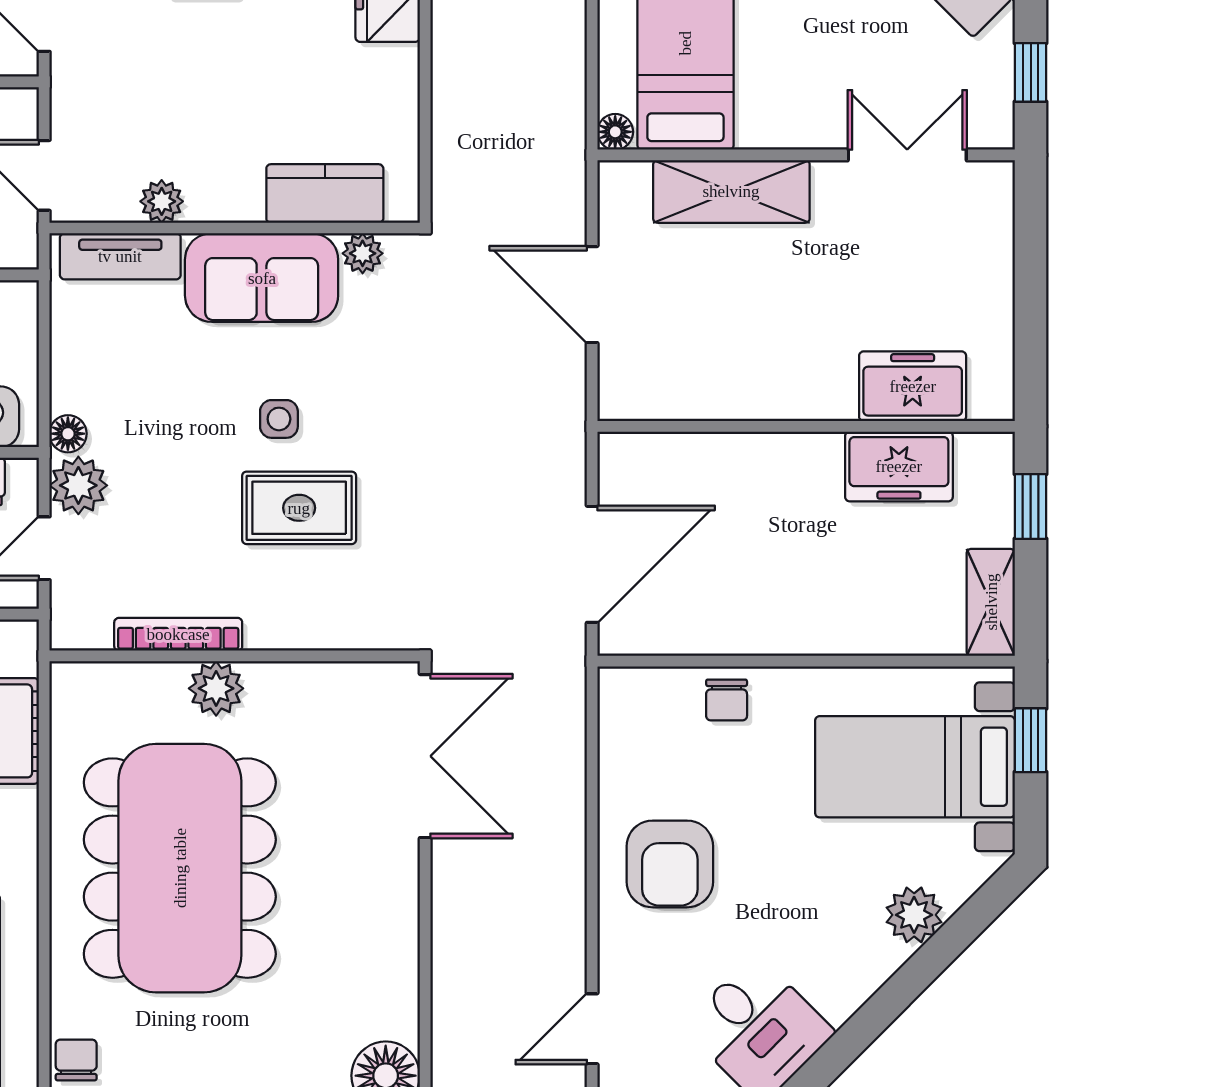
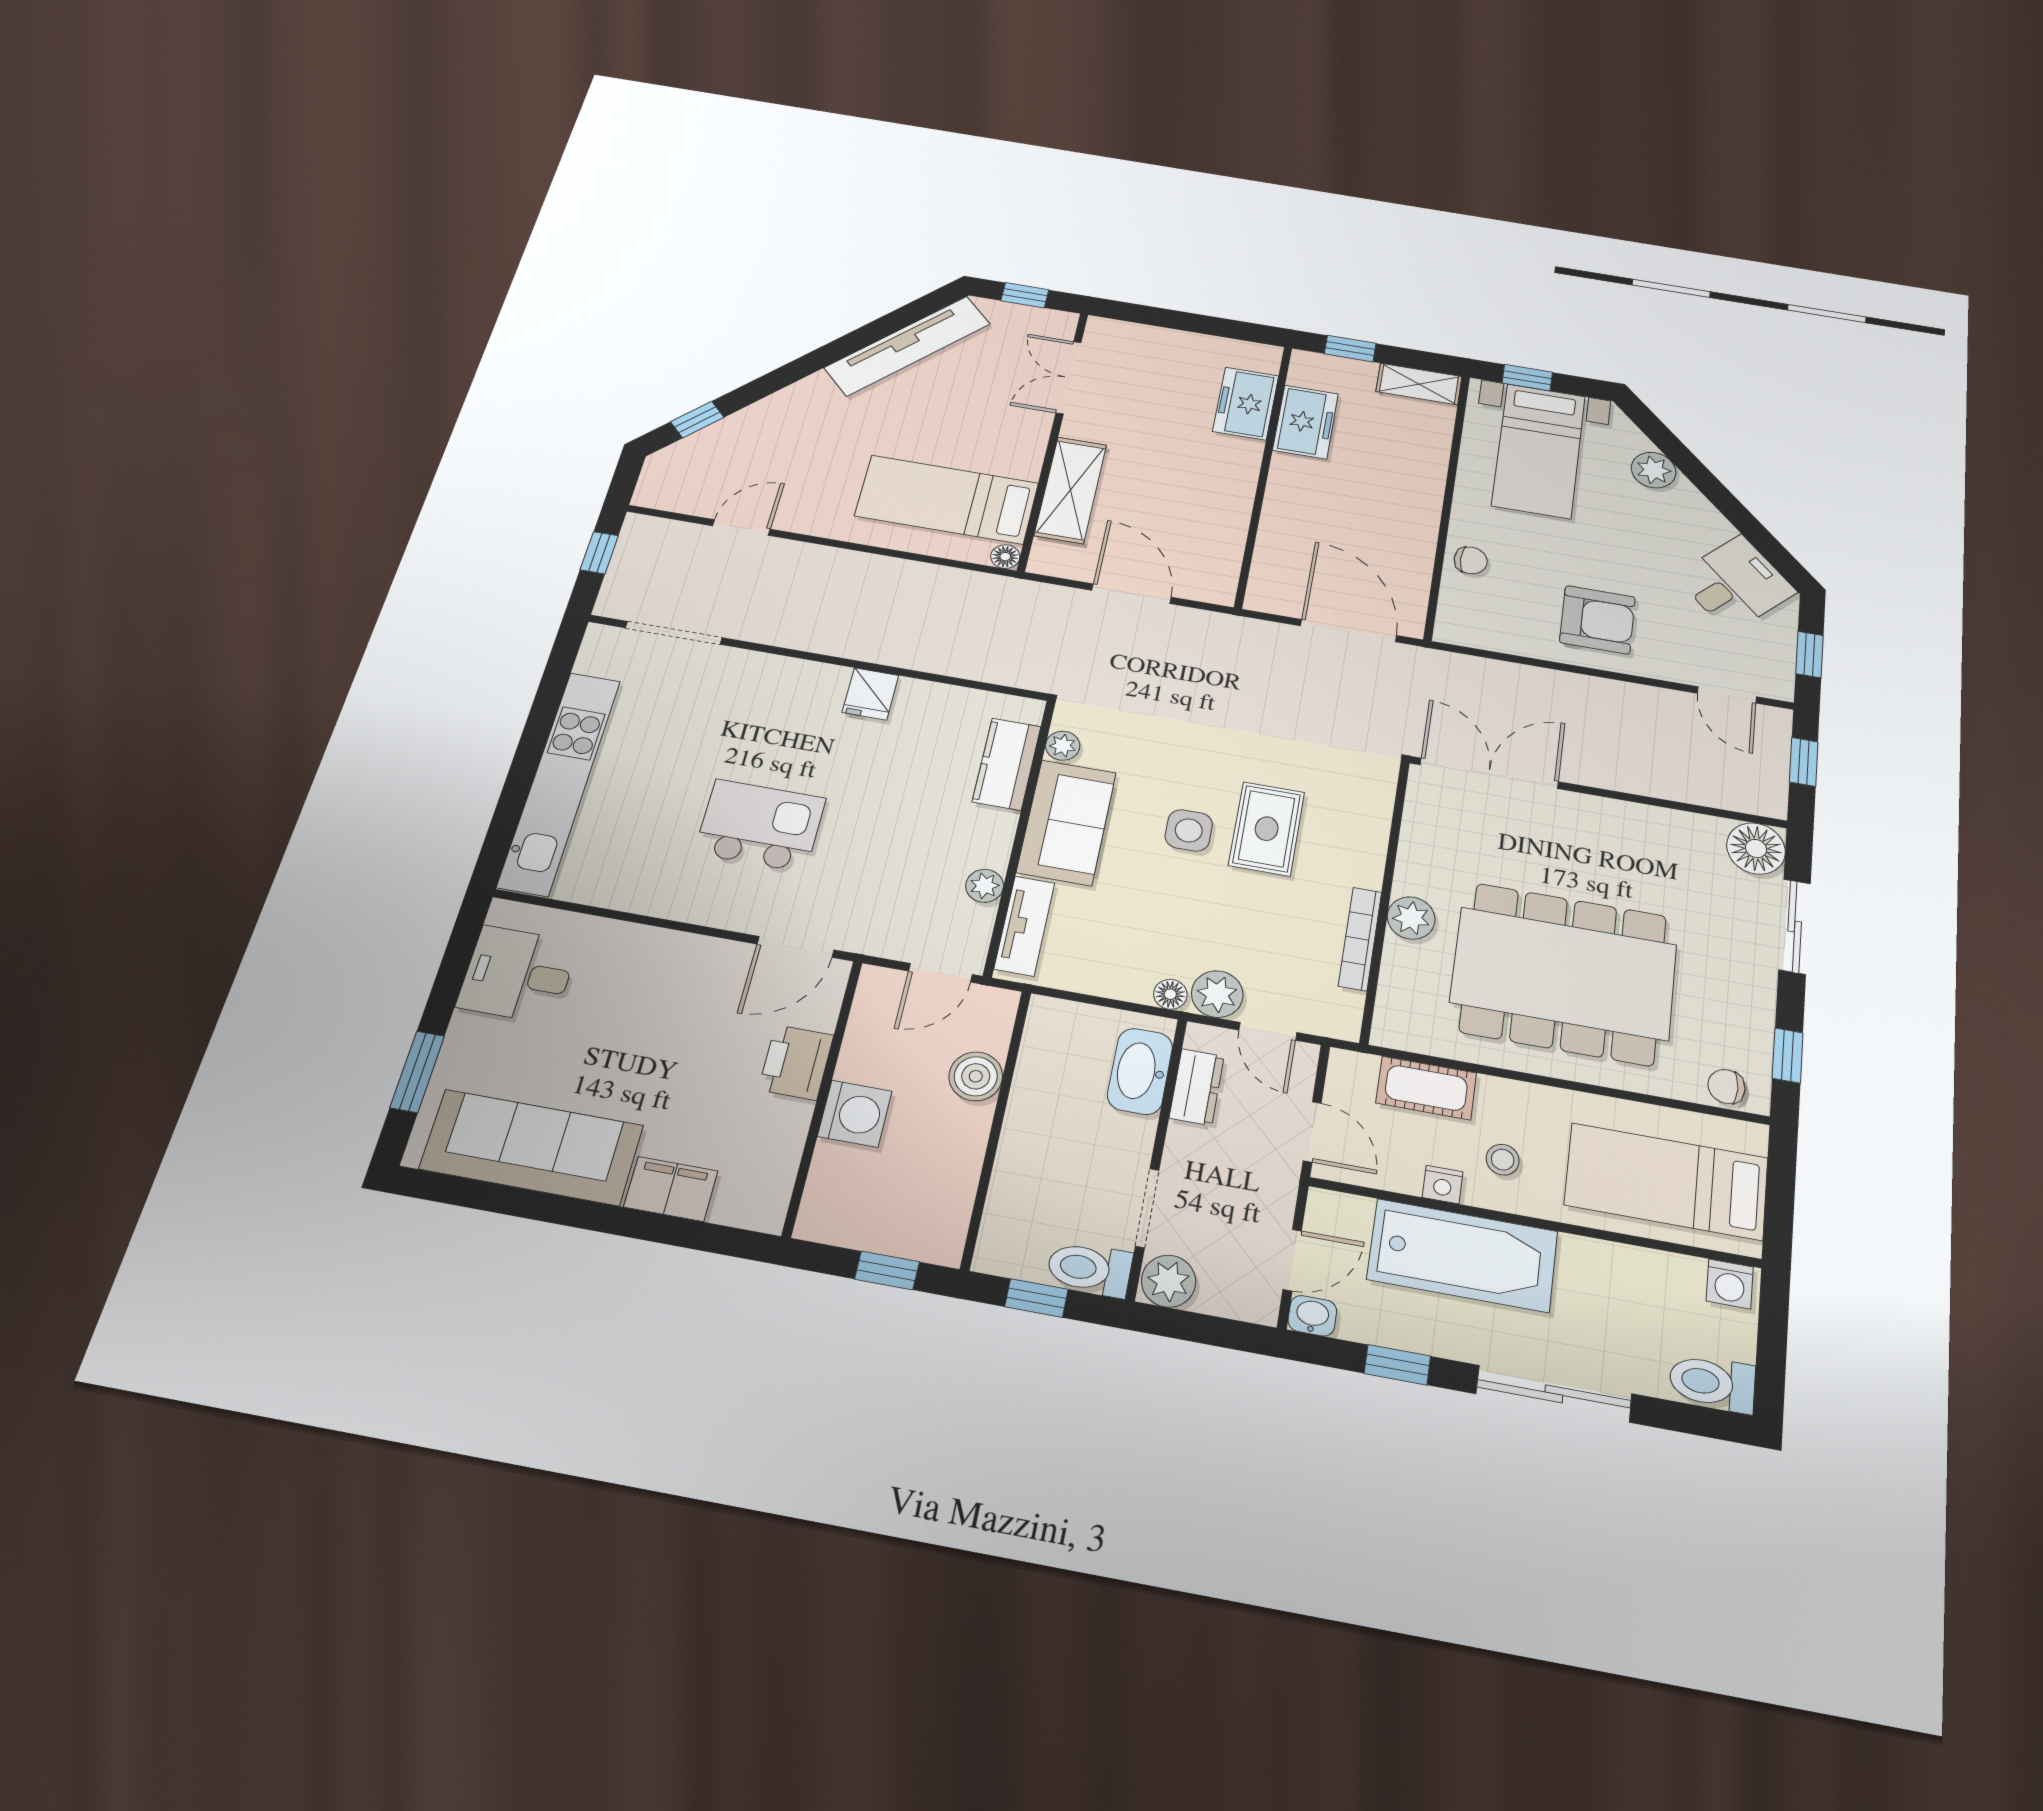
door: (592, 295) -> (1131, 594), swing flipped
side table: (279, 419) -> (1189, 830), width x1.37, depth x1.37

